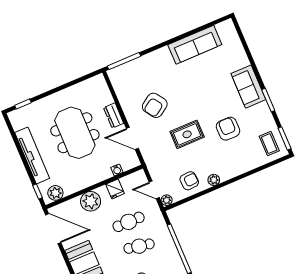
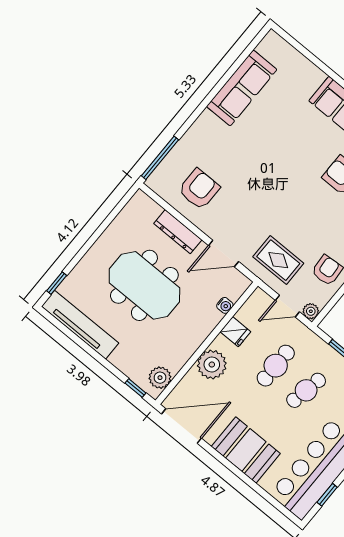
armchair: (155, 105) -> (199, 189), moved, turned -146
dresser: (114, 115) -> (178, 232), width x1.44
rug: (187, 134) -> (278, 260), moved, turned 90
tv unit: (32, 155) -> (80, 325), moved

